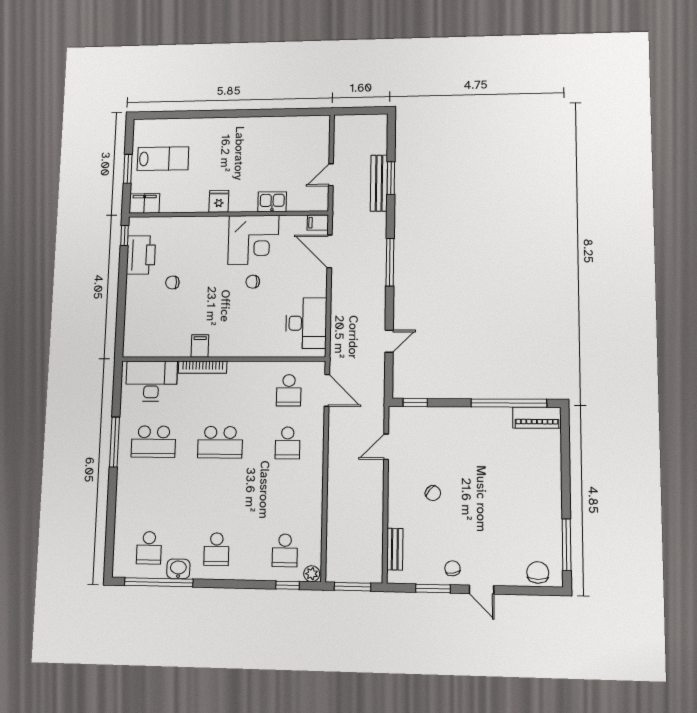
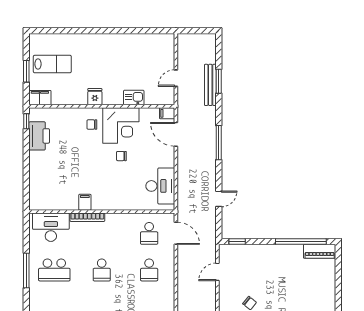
chair: (172, 282) -> (92, 125), moved
school desk: (220, 442) -> (102, 270), width x0.54

